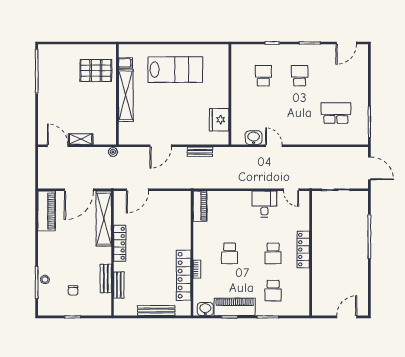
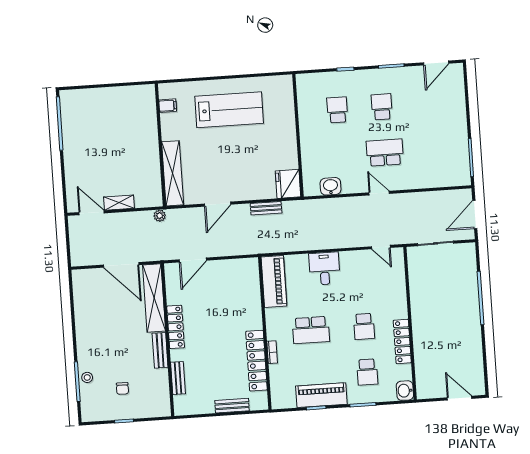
pallet: (96, 71) -> (132, 117), removed
shelving: (126, 95) -> (173, 173), moved
school desk: (336, 113) -> (385, 152), moved
fridge: (219, 120) -> (288, 184), moved
door: (274, 146) -> (379, 193), moved
door: (369, 168) -> (475, 214), swing flipped
door: (79, 190) -> (121, 265), hinge flipped
desk: (264, 204) -> (324, 268), moved
piano: (200, 206) -> (274, 281), width x1.37, depth x1.33
piano: (47, 211) -> (83, 293), removed
locker: (303, 250) -> (402, 342), moved
school desk: (230, 253) -> (311, 330), width x1.85
bench: (106, 278) -> (160, 350), moved
washbasin: (205, 309) -> (405, 391), moved, turned -90
bench: (156, 311) -> (232, 406), width x0.73
door: (347, 317) -> (459, 398), hinge flipped

